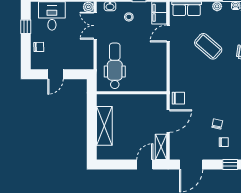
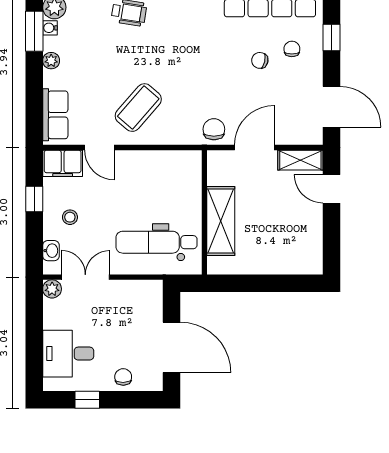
double door: (95, 26) -> (85, 277), swing flipped
coffee table: (208, 46) -> (138, 108), moved
door: (55, 74) -> (172, 347), width x1.88
door: (168, 121) -> (254, 147), hinge flipped
shelving: (104, 126) -> (221, 221), moved, turned 90

